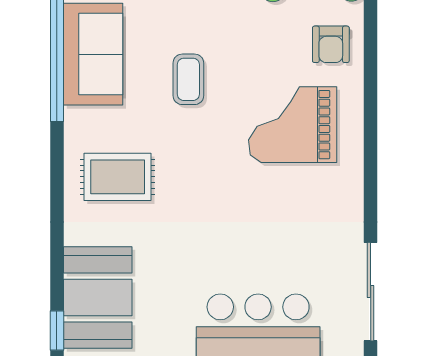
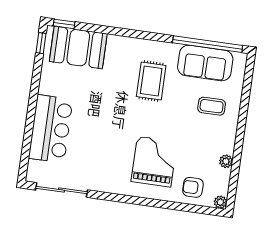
coffee table: (188, 79) -> (212, 106), moved
rug: (118, 177) -> (151, 81), moved

